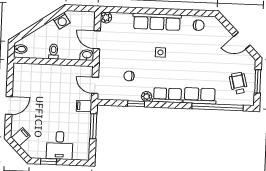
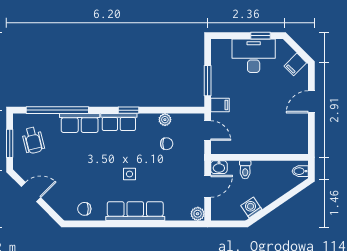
door: (97, 40) -> (208, 186), hinge flipped
toilet: (54, 52) -> (245, 170), moved
plant: (147, 96) -> (165, 120), moved
window: (136, 104) -> (129, 110), moved
desk: (60, 145) -> (254, 56), width x1.37

